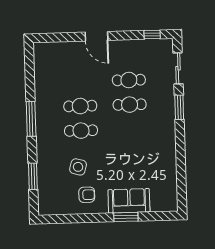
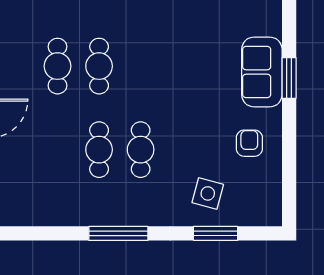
side table: (78, 167) -> (208, 193), moved

